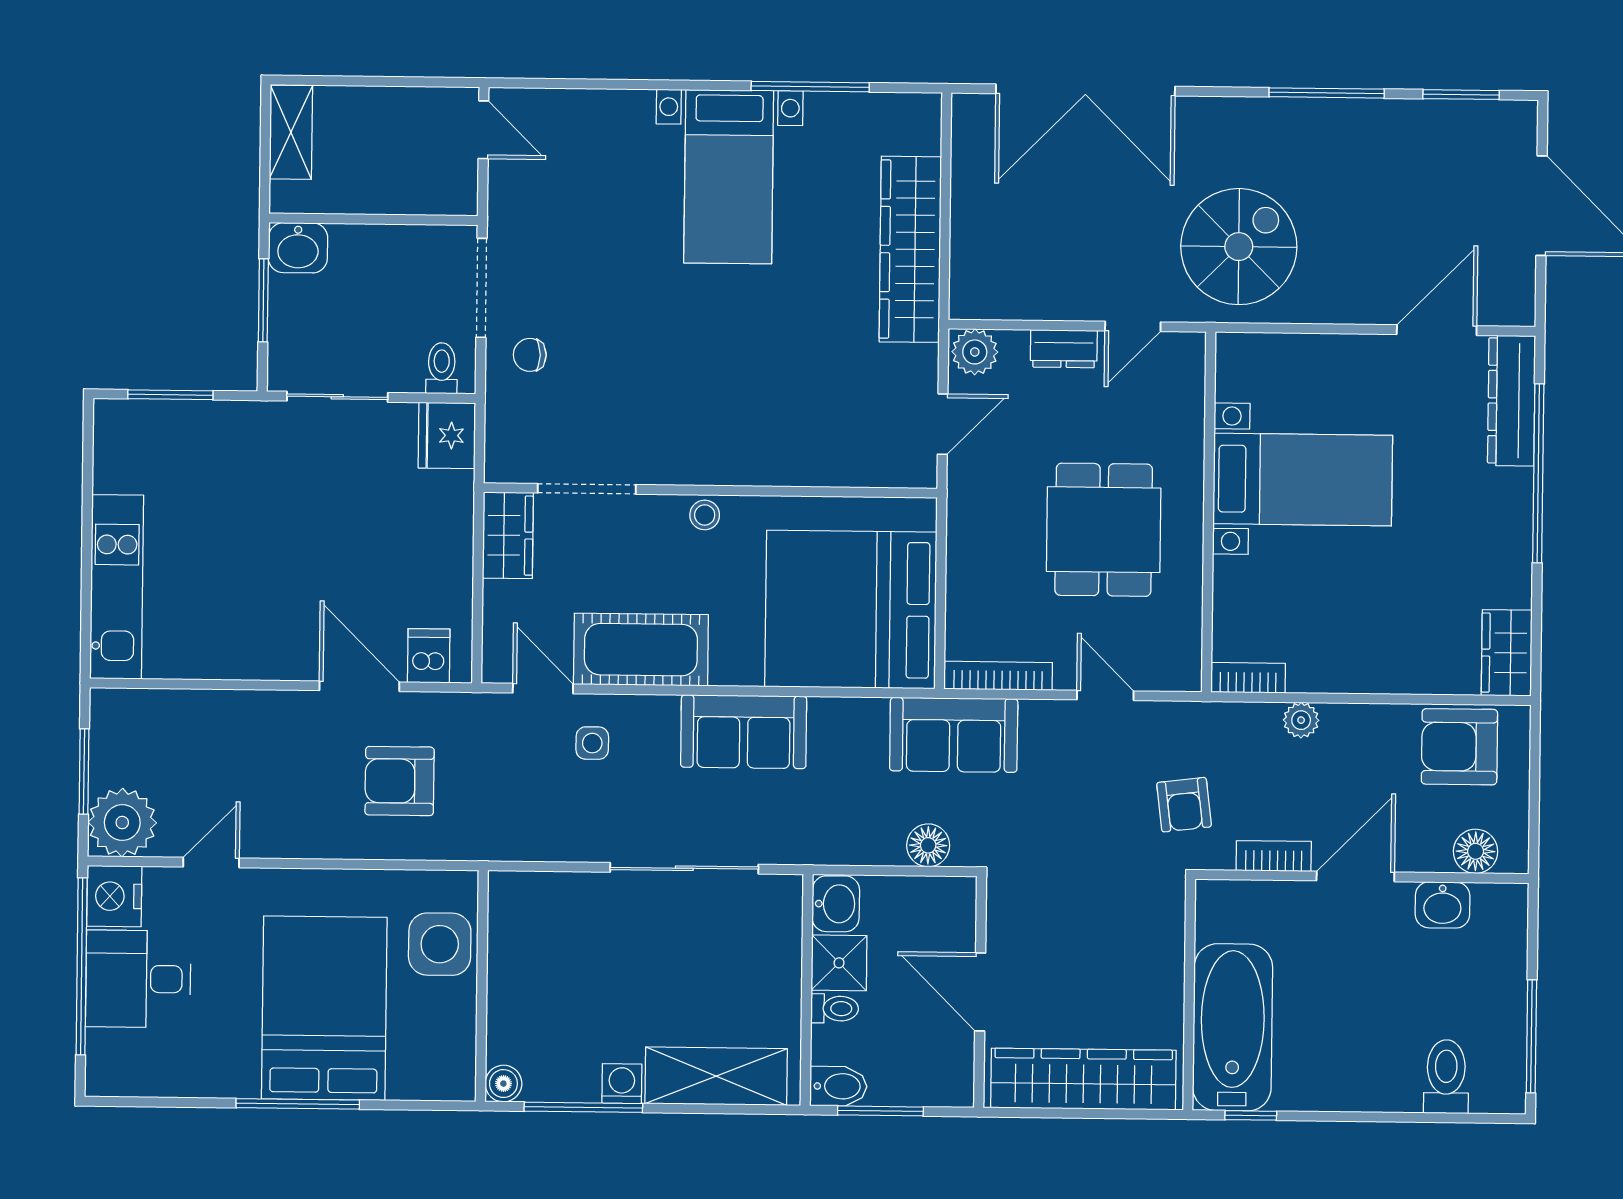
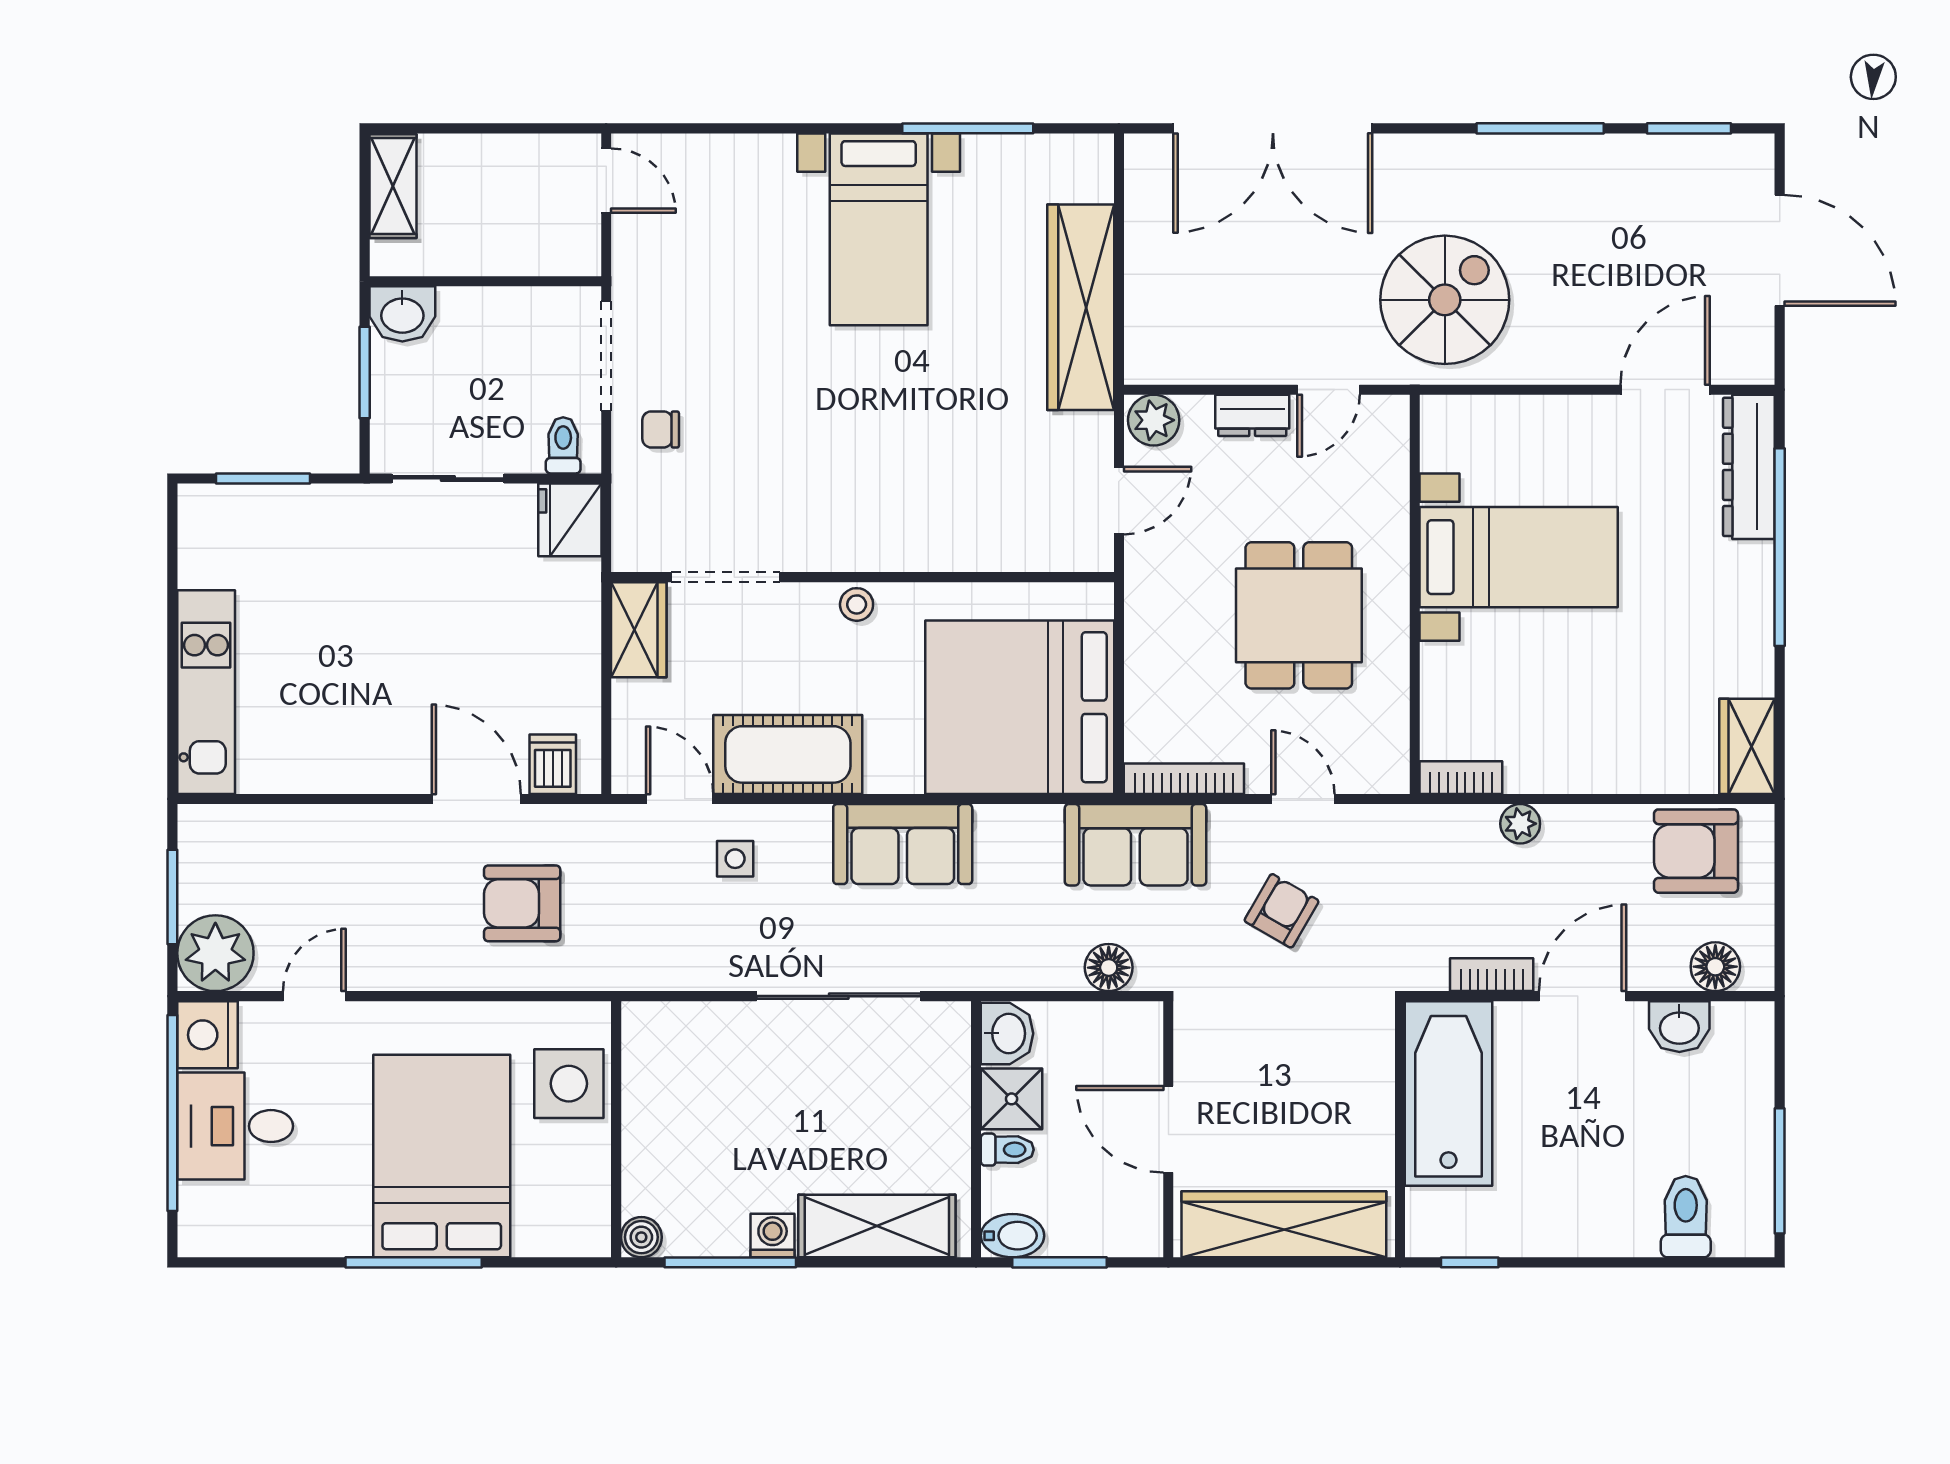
armchair: (1184, 805) -> (1282, 911), moved, turned -143
bathtub: (1233, 1027) -> (1449, 1094), moved

